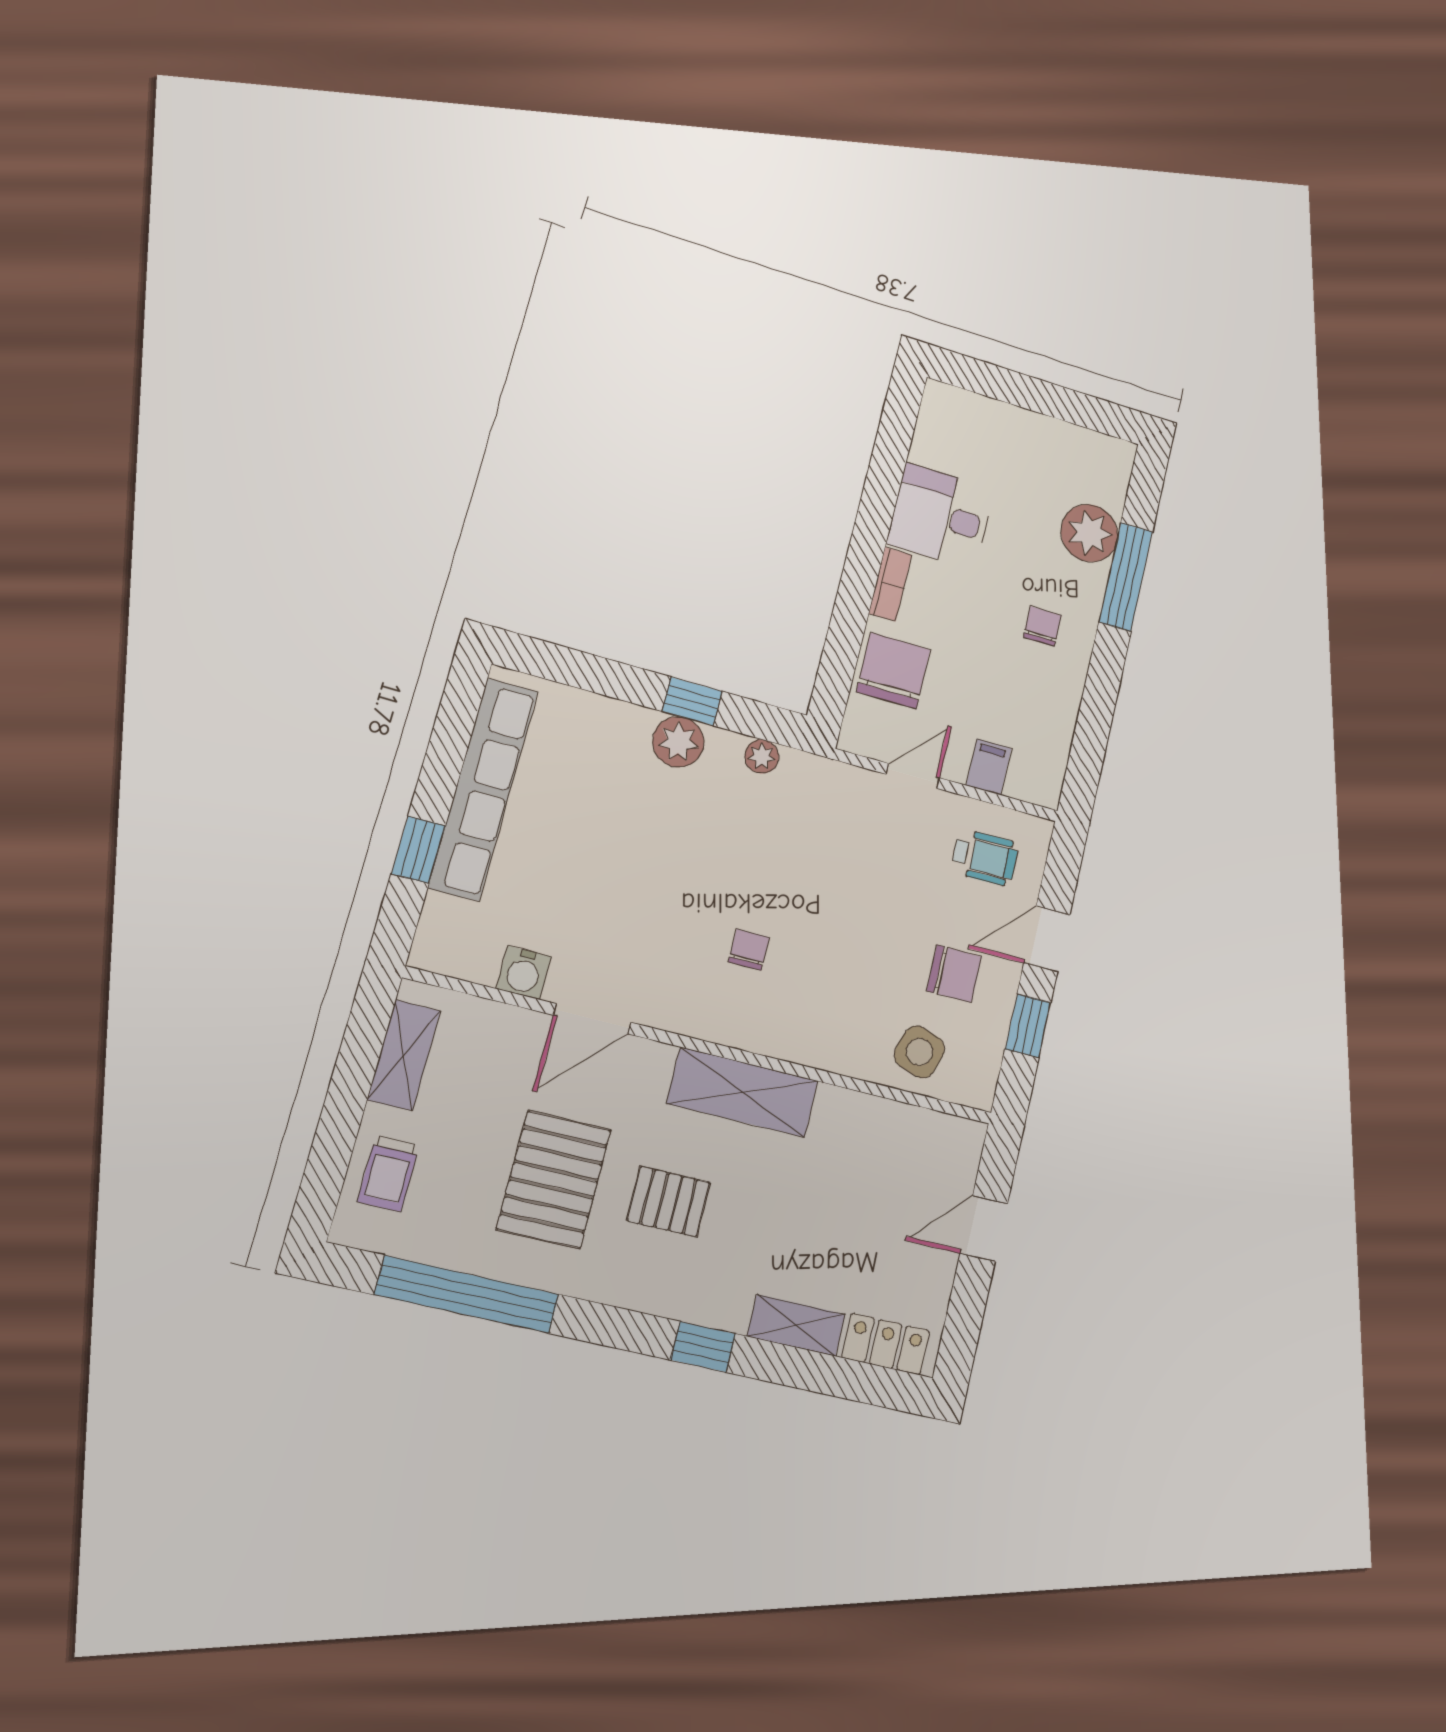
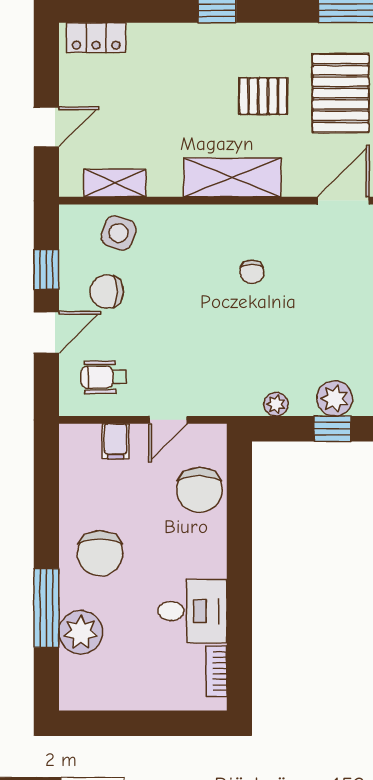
bookcase: (890, 584) -> (217, 671), moved
chair: (1042, 626) -> (100, 553), width x1.87, depth x1.87
shelving: (796, 1325) -> (115, 183), moved

